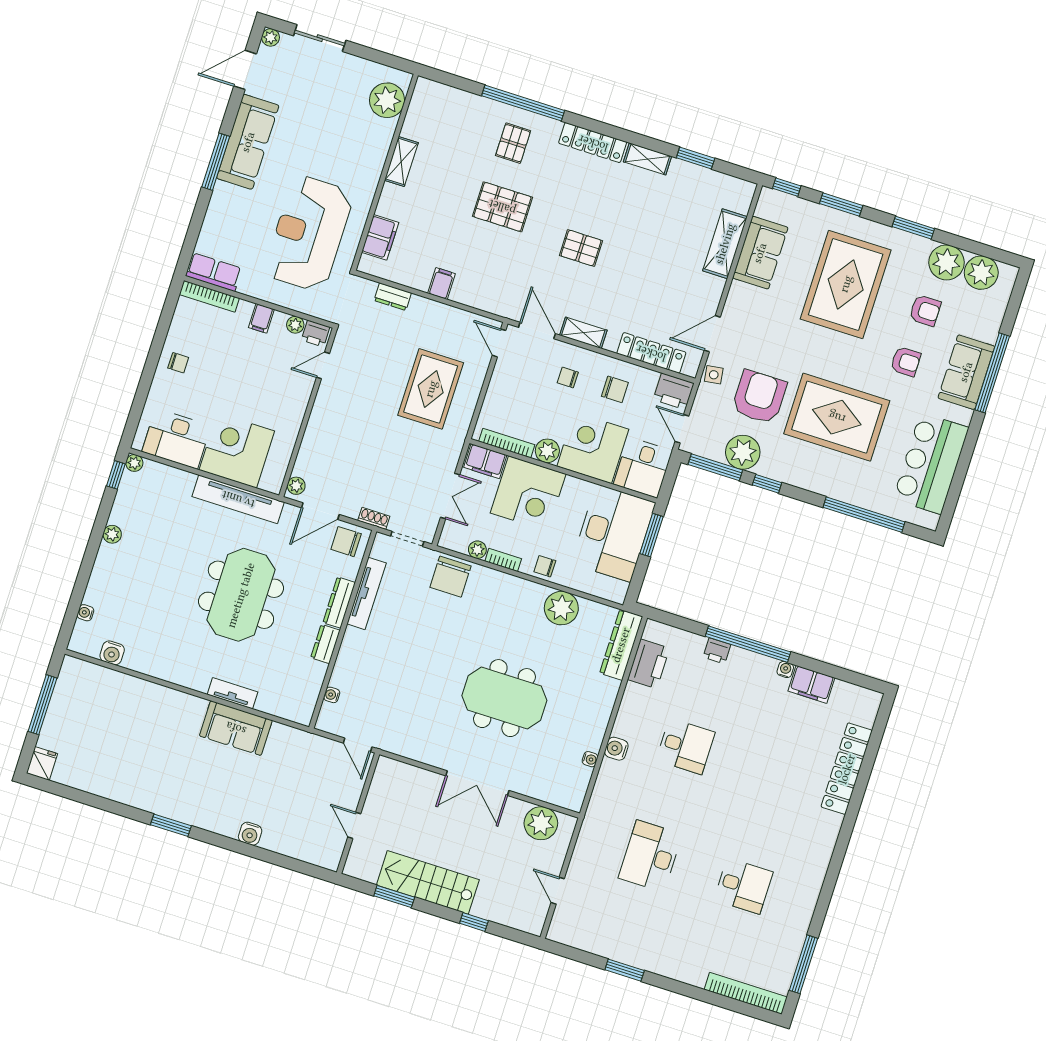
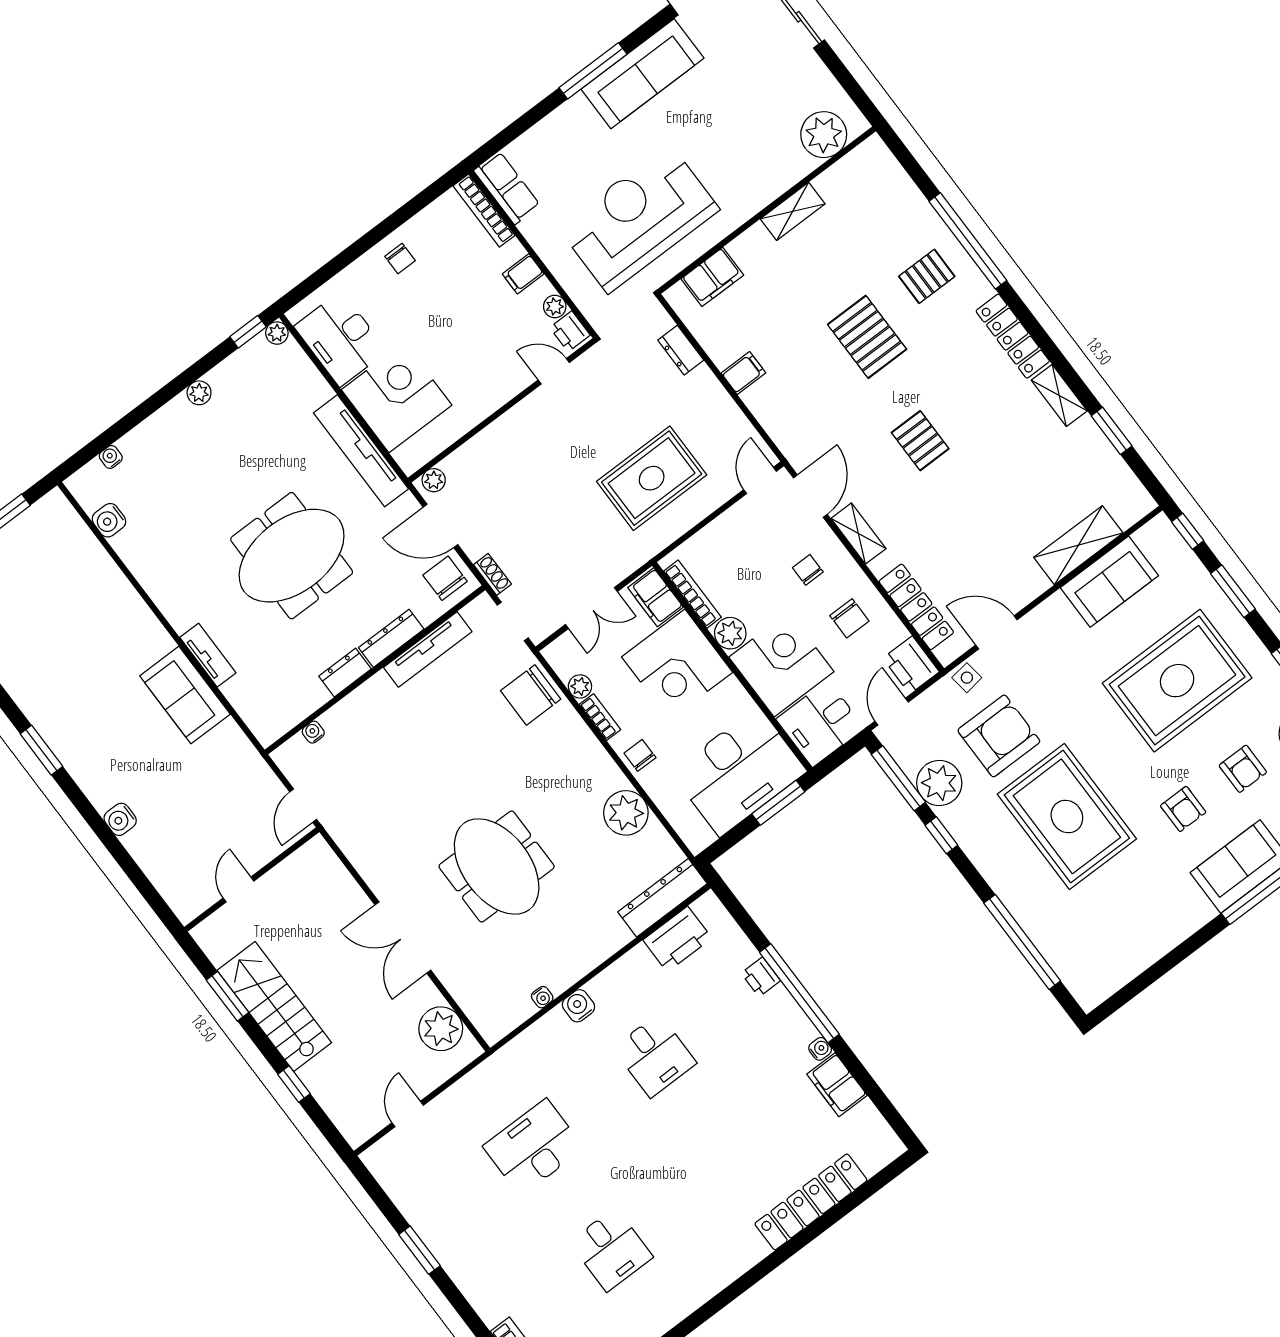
bar counter: (931, 463) -> (1133, 938), removed

